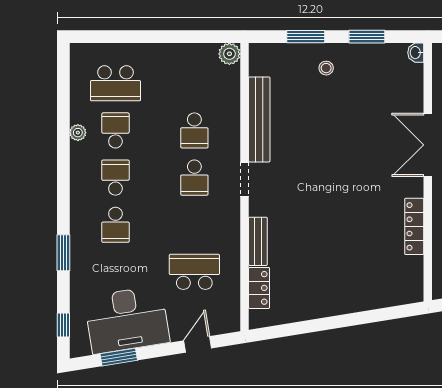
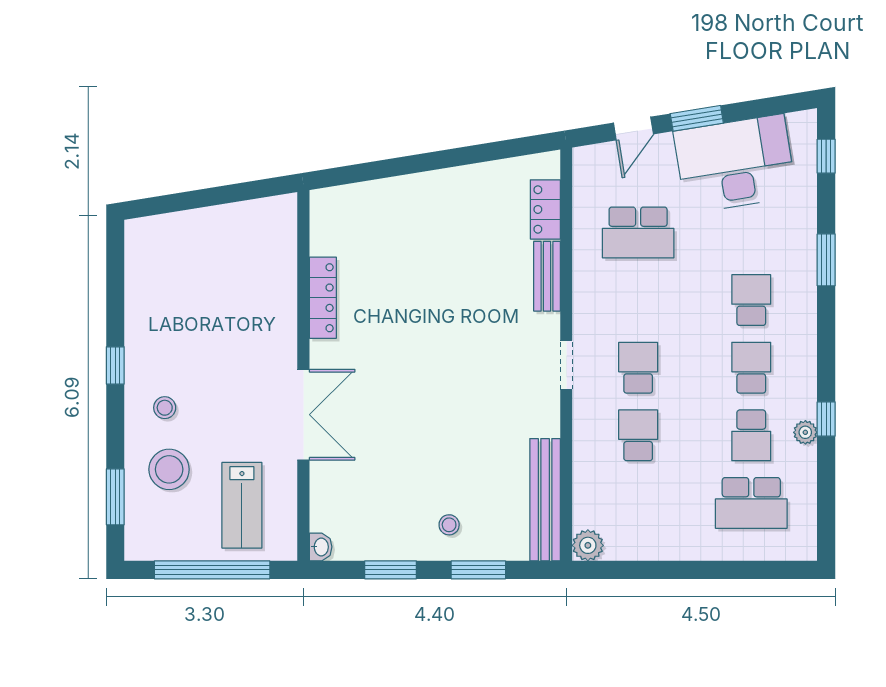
school desk: (115, 83) -> (751, 503), turned 180
bench: (259, 119) -> (545, 500), moved
window: (63, 142) -> (826, 419), added
school desk: (115, 178) -> (751, 368), turned 180
window: (119, 357) -> (697, 118), moved

